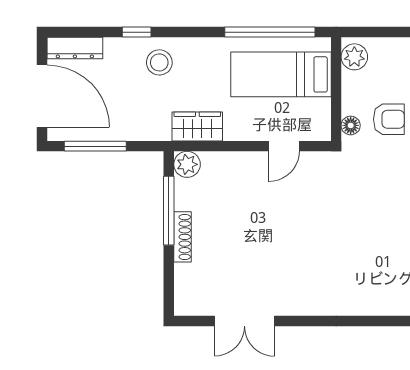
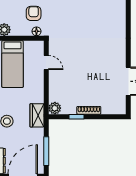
wardrobe: (197, 126) -> (37, 115), moved
window: (169, 211) -> (76, 117), width x0.46

